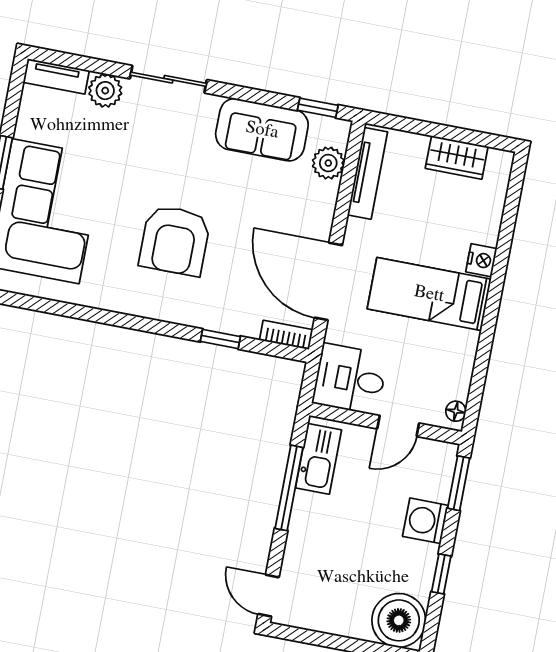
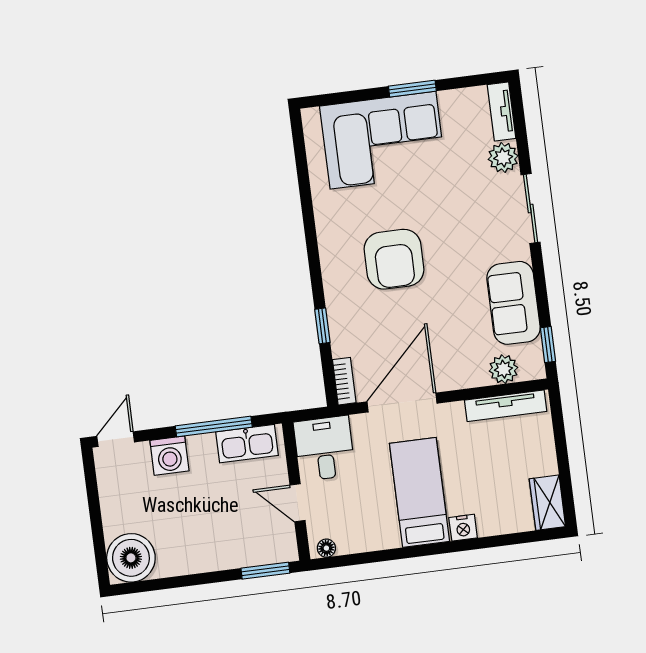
wardrobe: (457, 157) -> (547, 503), moved
armchair: (175, 240) -> (394, 259), turned -90
washing machine: (425, 521) -> (169, 456), moved, turned 180
window: (441, 574) -> (183, 581), removed

